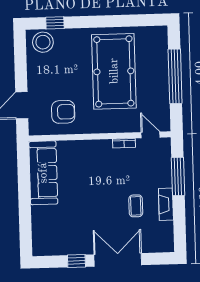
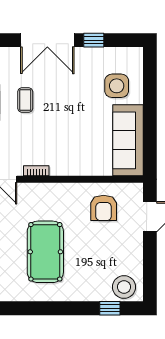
pool table: (114, 71) -> (45, 252), width x0.73, depth x0.76
armchair: (63, 112) -> (104, 208), turned -90
side table: (55, 221) -> (117, 86), added

